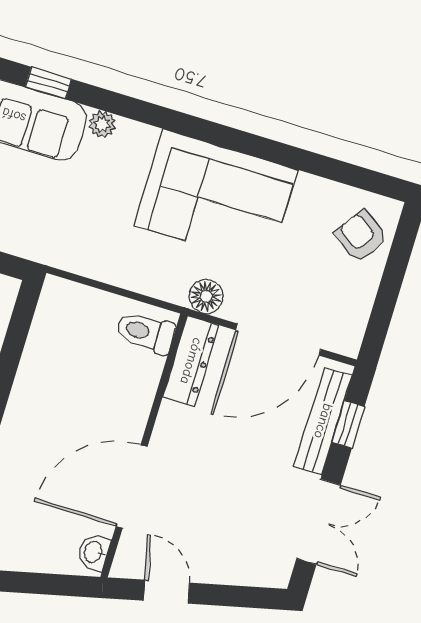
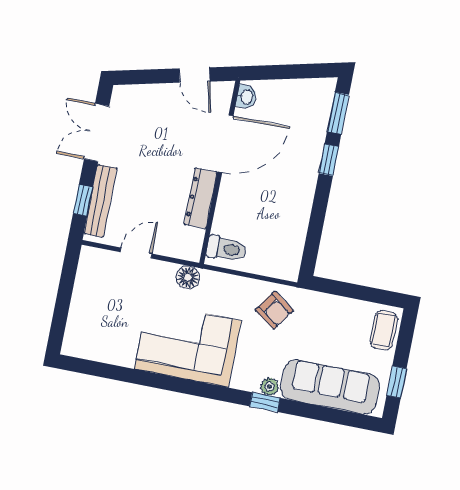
window: (48, 83) -> (265, 402), moved
armchair: (361, 236) -> (274, 310), moved
door: (278, 340) -> (136, 253), width x0.53
dresser: (191, 361) -> (201, 198), moved

